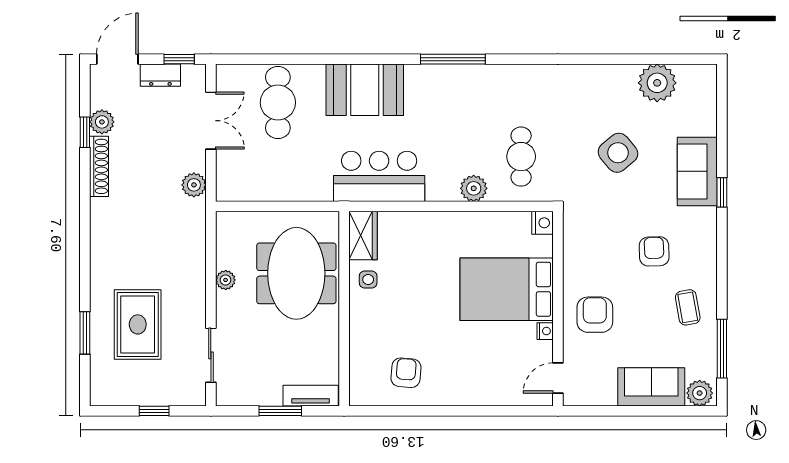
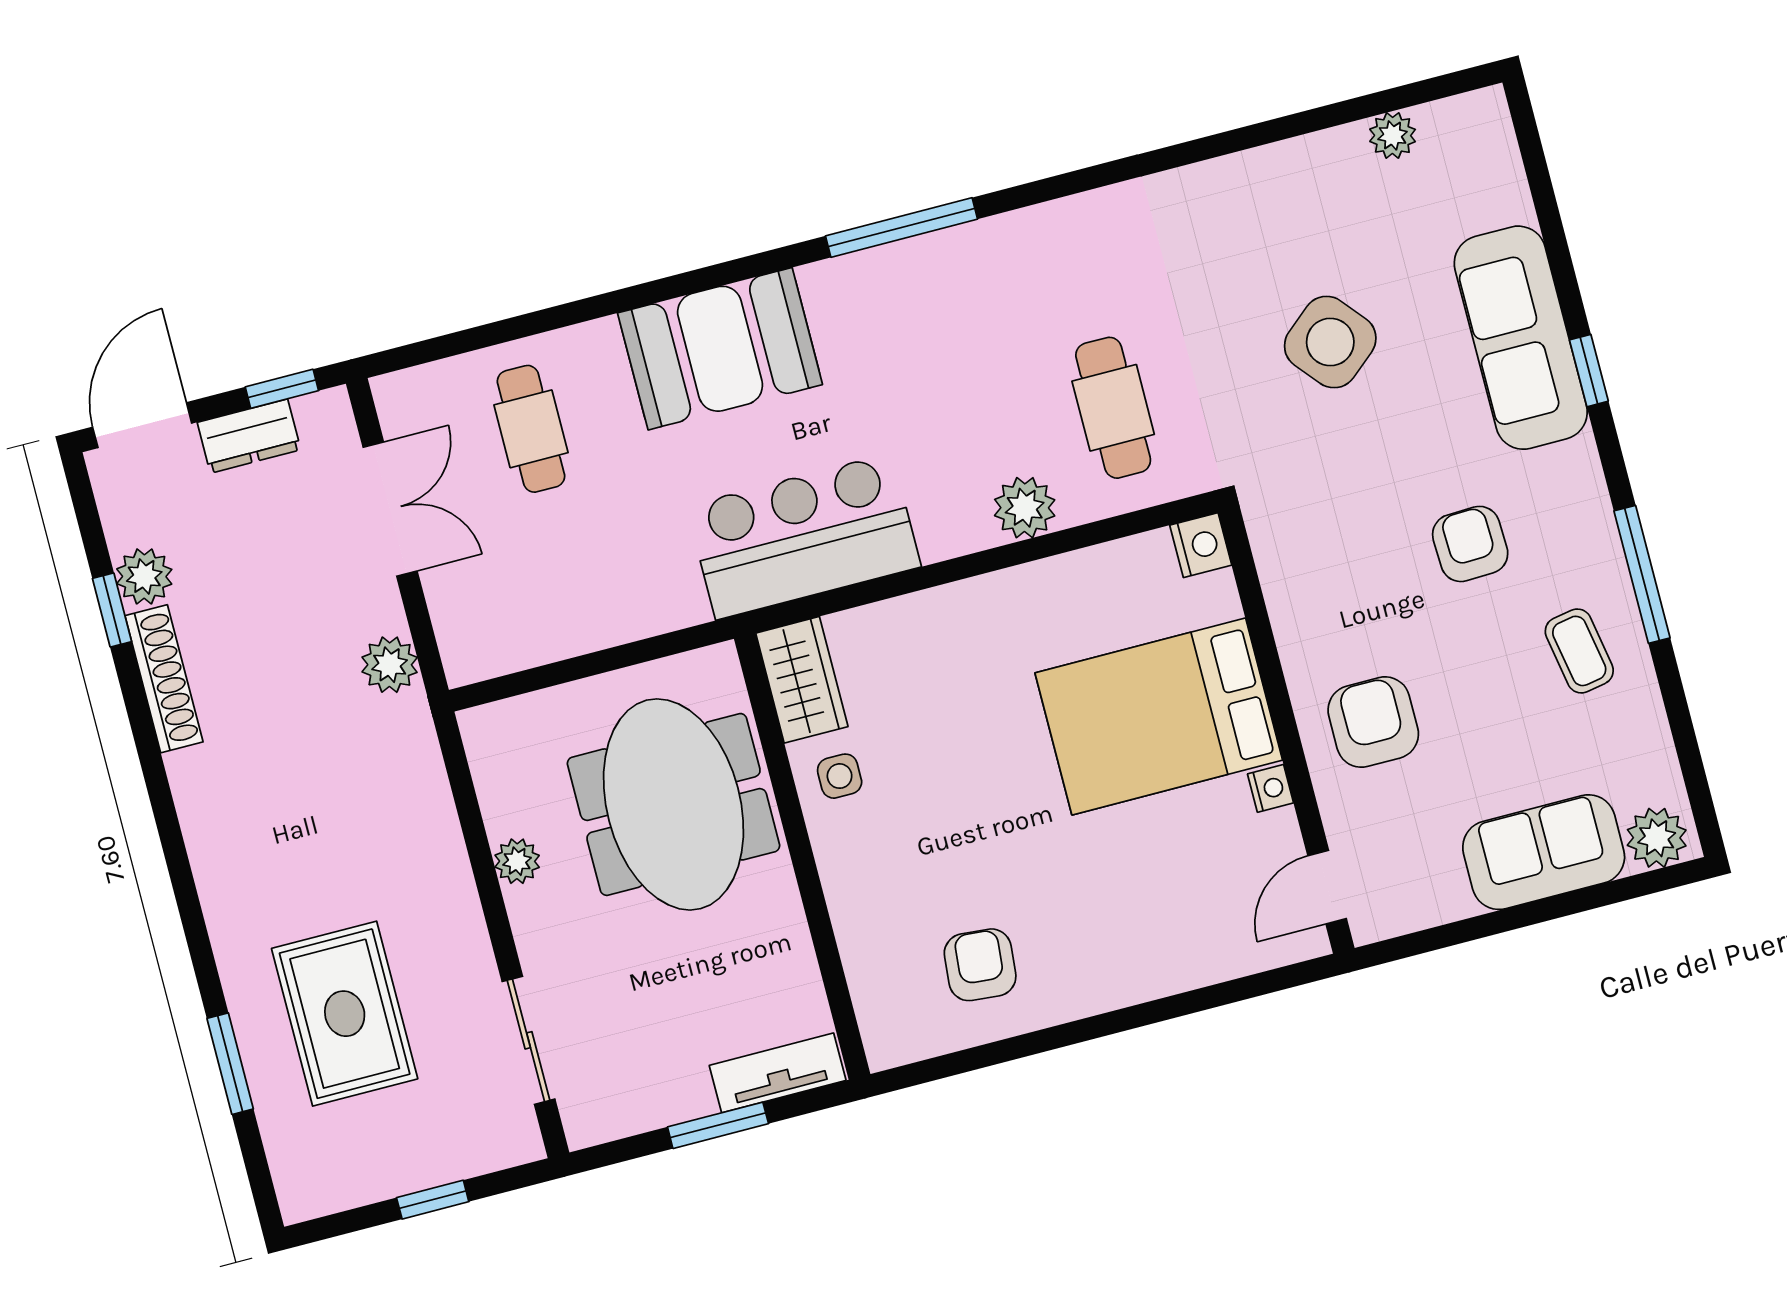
plant: (657, 83) -> (1393, 135), width x0.53, depth x0.53
cafe table: (278, 103) -> (531, 429), width x0.73, depth x0.74
sofa: (697, 171) -> (1521, 338), width x1.36
window: (722, 349) -> (1642, 574), moved

